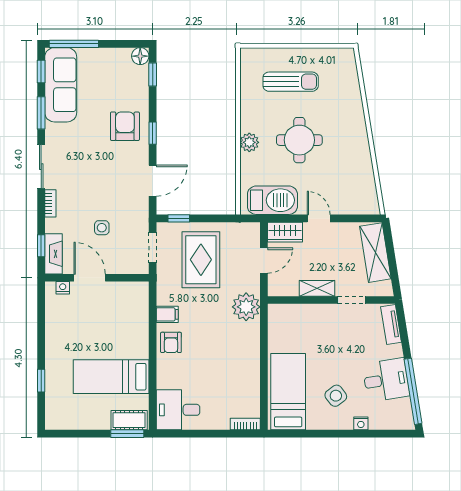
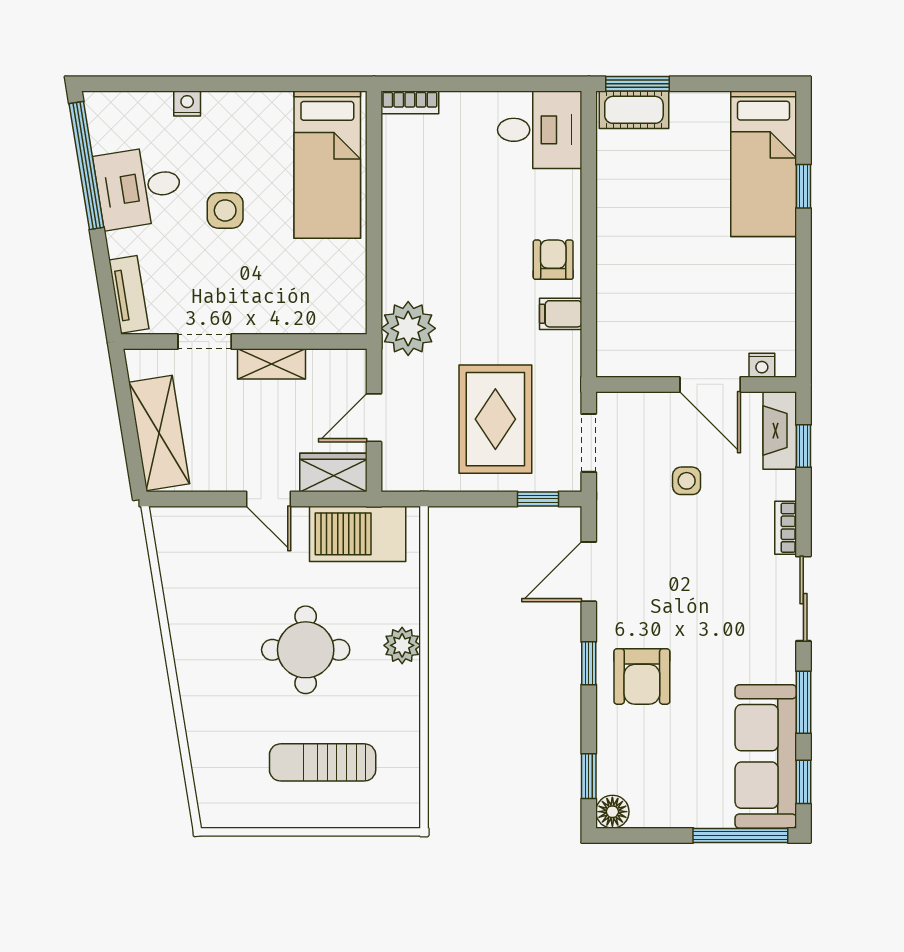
bed: (111, 377) -> (764, 164), moved, turned 90
side table: (336, 396) -> (225, 210), moved, turned 37

